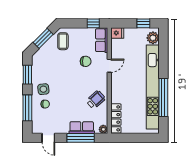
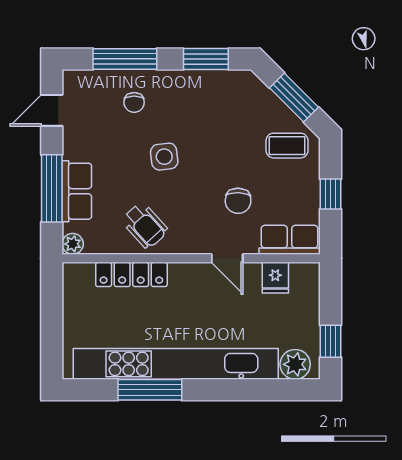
window: (93, 23) -> (330, 194), moved
fridge: (117, 33) -> (275, 278), moved
side table: (43, 89) -> (164, 157), moved
window: (163, 98) -> (150, 390), width x0.68
locker: (116, 118) -> (131, 274), moved

